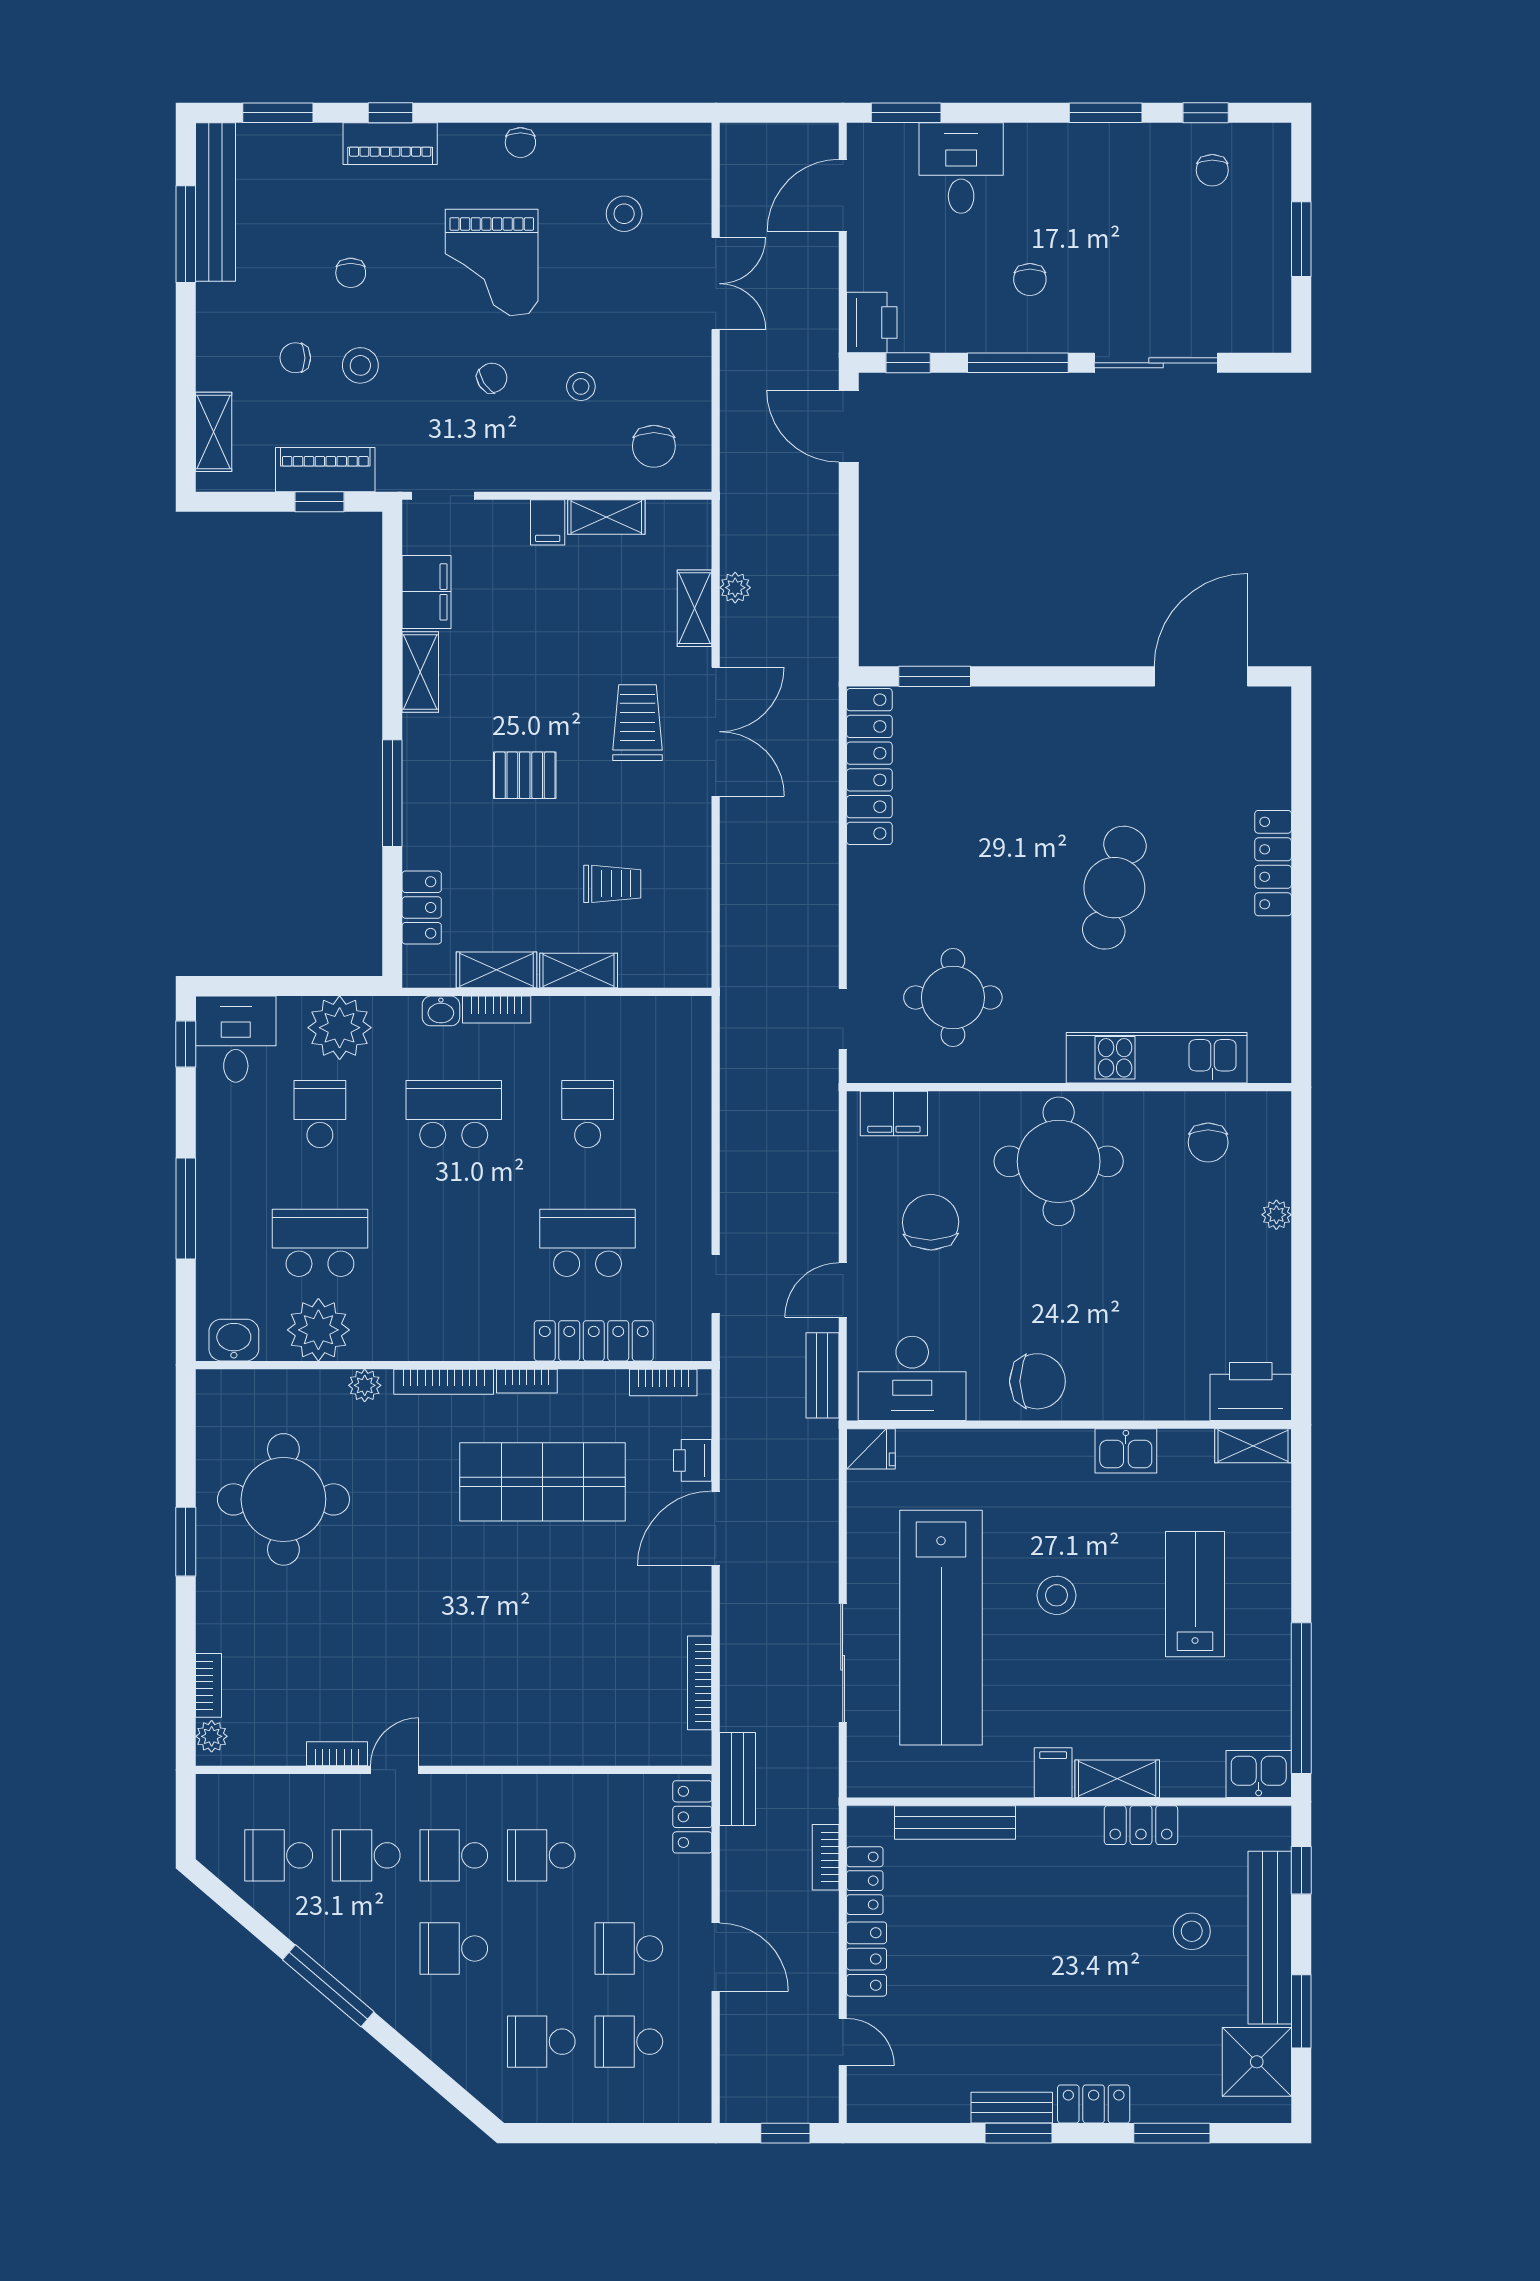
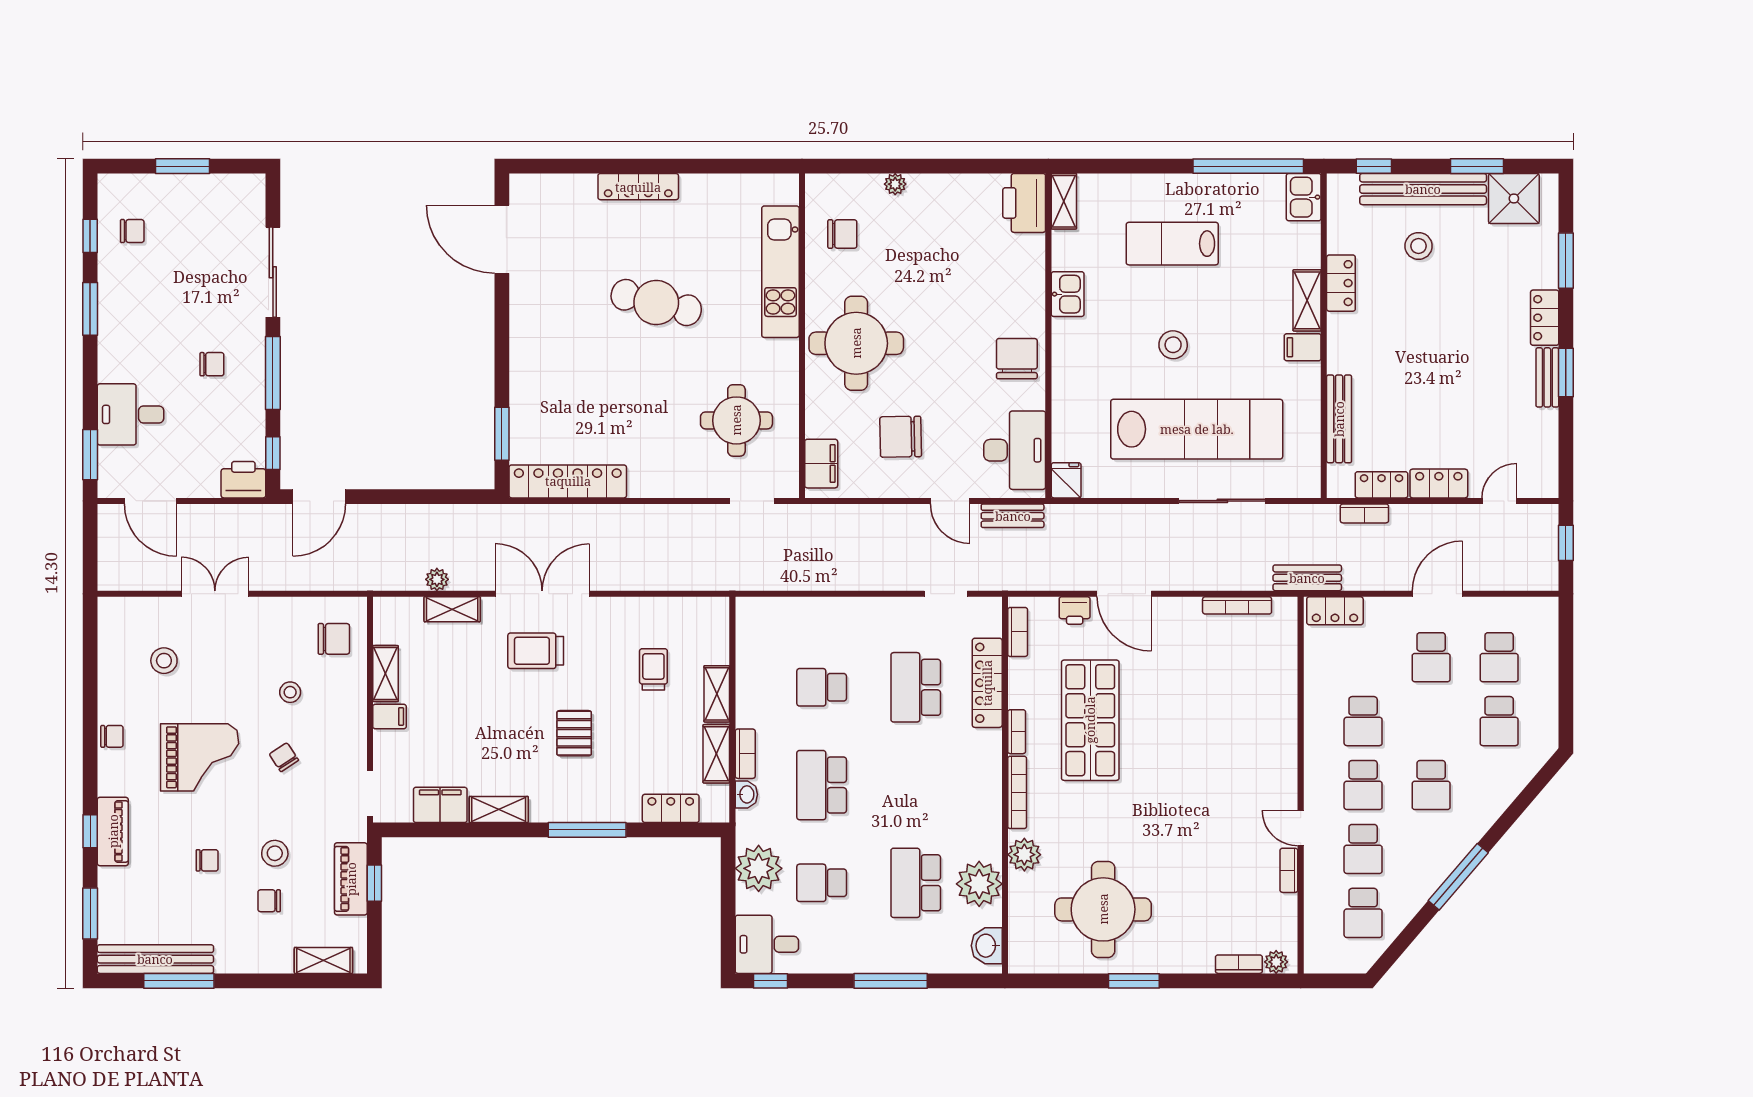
chair: (295, 358) -> (269, 901), turned 90
plant: (365, 1385) -> (1024, 855), width x1.38, depth x1.38

